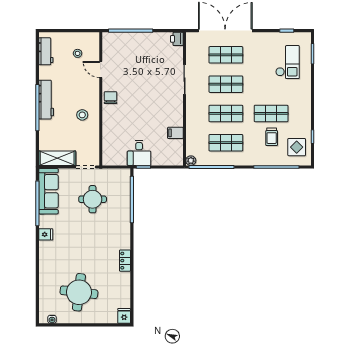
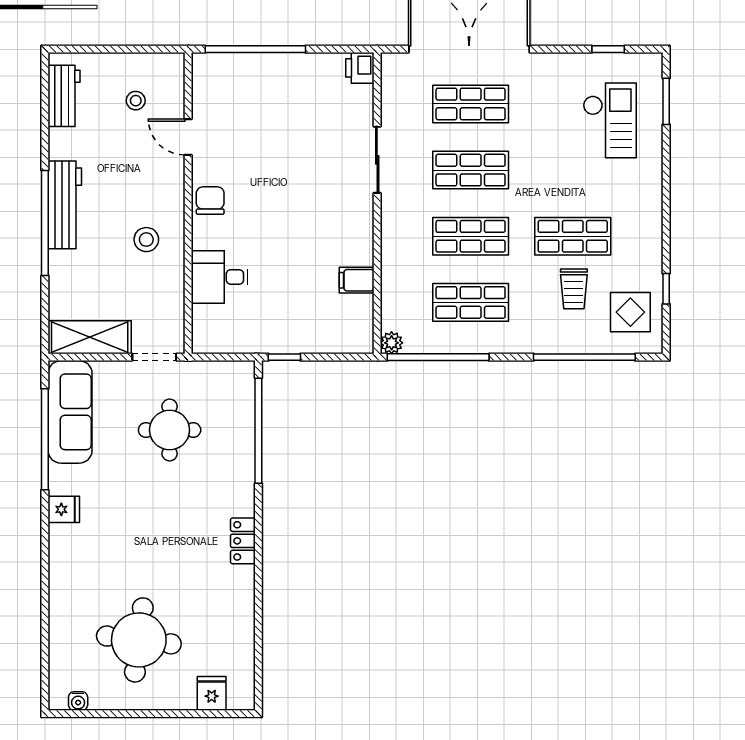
desk: (139, 153) -> (220, 277), moved, turned 90
locker: (125, 261) -> (243, 541), moved
fridge: (124, 316) -> (212, 693), moved

